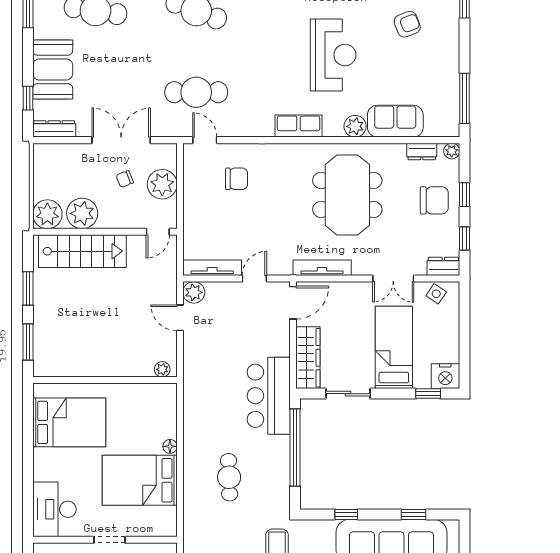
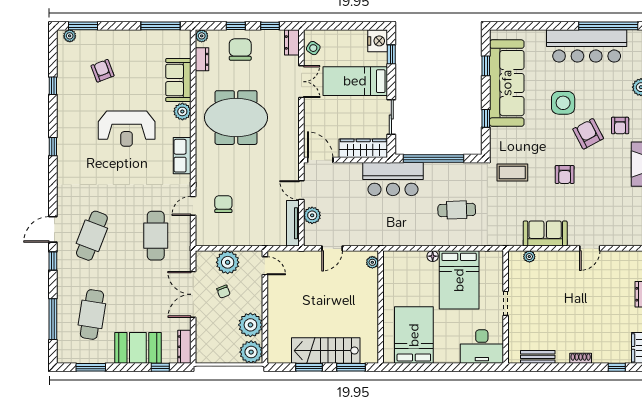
reception desk: (333, 55) -> (127, 129), turned 180
door: (205, 140) -> (193, 206), moved
stairs: (82, 251) -> (326, 351), moved, turned -90
tv unit: (322, 268) -> (293, 137), removed
plant: (194, 292) -> (312, 215), moved

